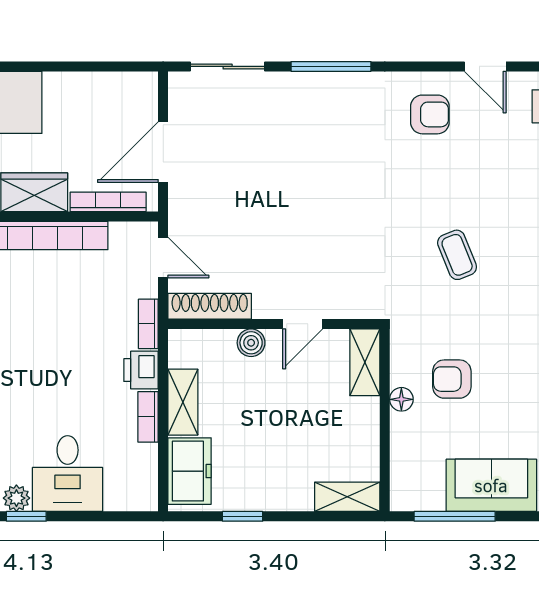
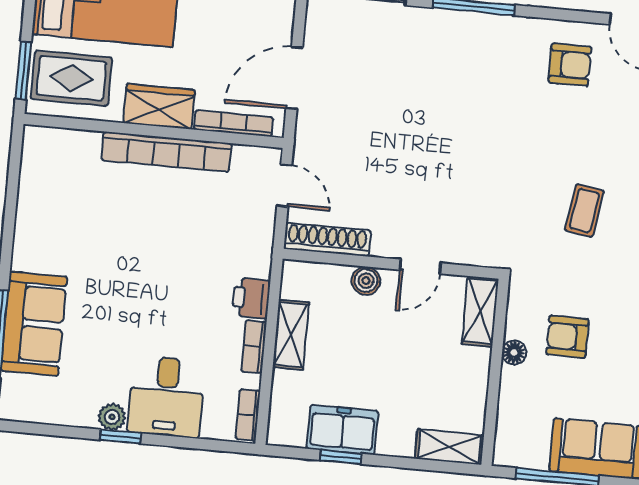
coffee table: (457, 255) -> (584, 211), turned 31
bookcase: (148, 324) -> (248, 415), moved
freezer: (190, 471) -> (342, 430), moved, turned -90

